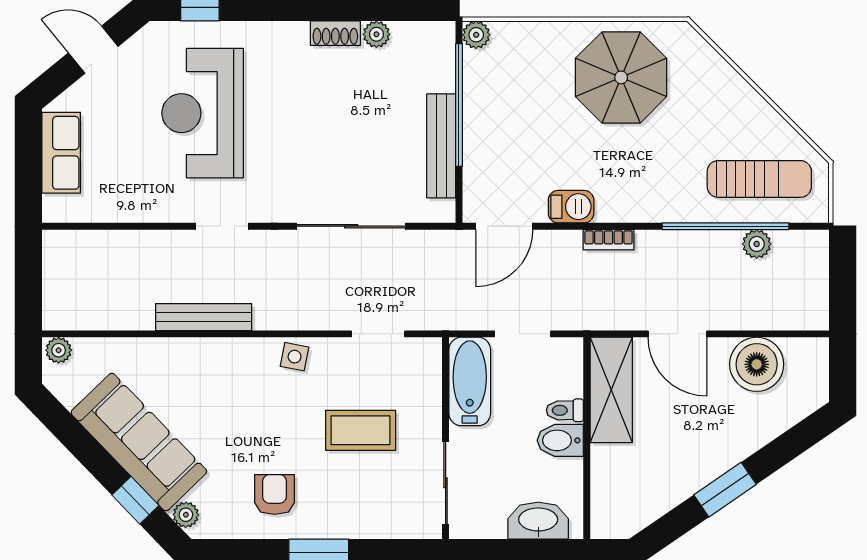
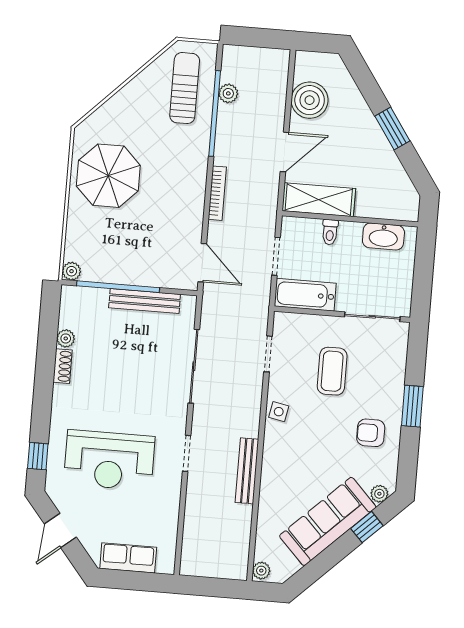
barbecue: (571, 207) -> (193, 217), removed
bookcase: (609, 240) -> (217, 193), width x1.56
bidet: (560, 440) -> (350, 237), removed
washbasin: (538, 521) -> (383, 236), moved, turned -90

